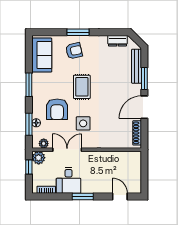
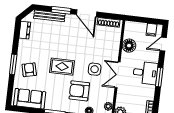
armchair: (57, 109) -> (79, 91), turned 180
double door: (67, 150) -> (118, 75), moved
floor lamp: (114, 159) -> (129, 46), added
desk: (69, 180) -> (145, 73), moved
filing cabinet: (134, 182) -> (152, 30), added

